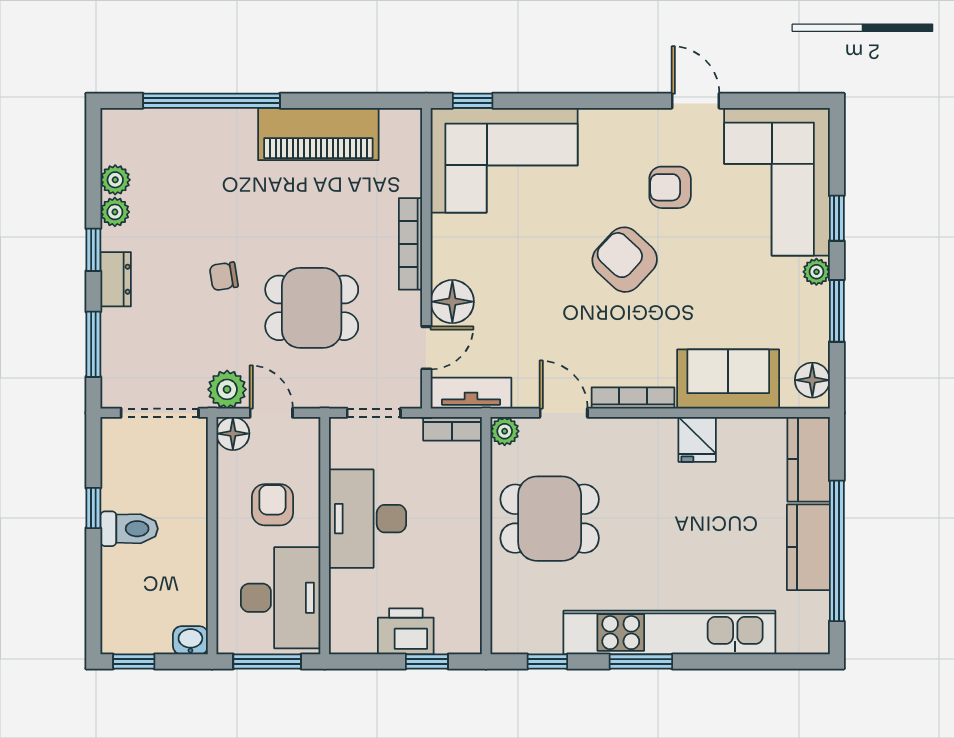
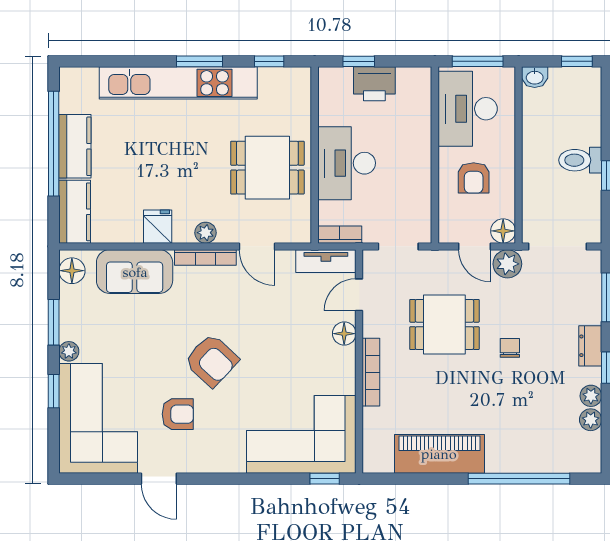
chair: (224, 276) -> (510, 348), turned -81
floor lamp: (452, 302) -> (344, 334), width x0.73, depth x0.73
plant: (505, 431) -> (206, 233), moved
desk: (367, 519) -> (347, 163), moved, turned 180

